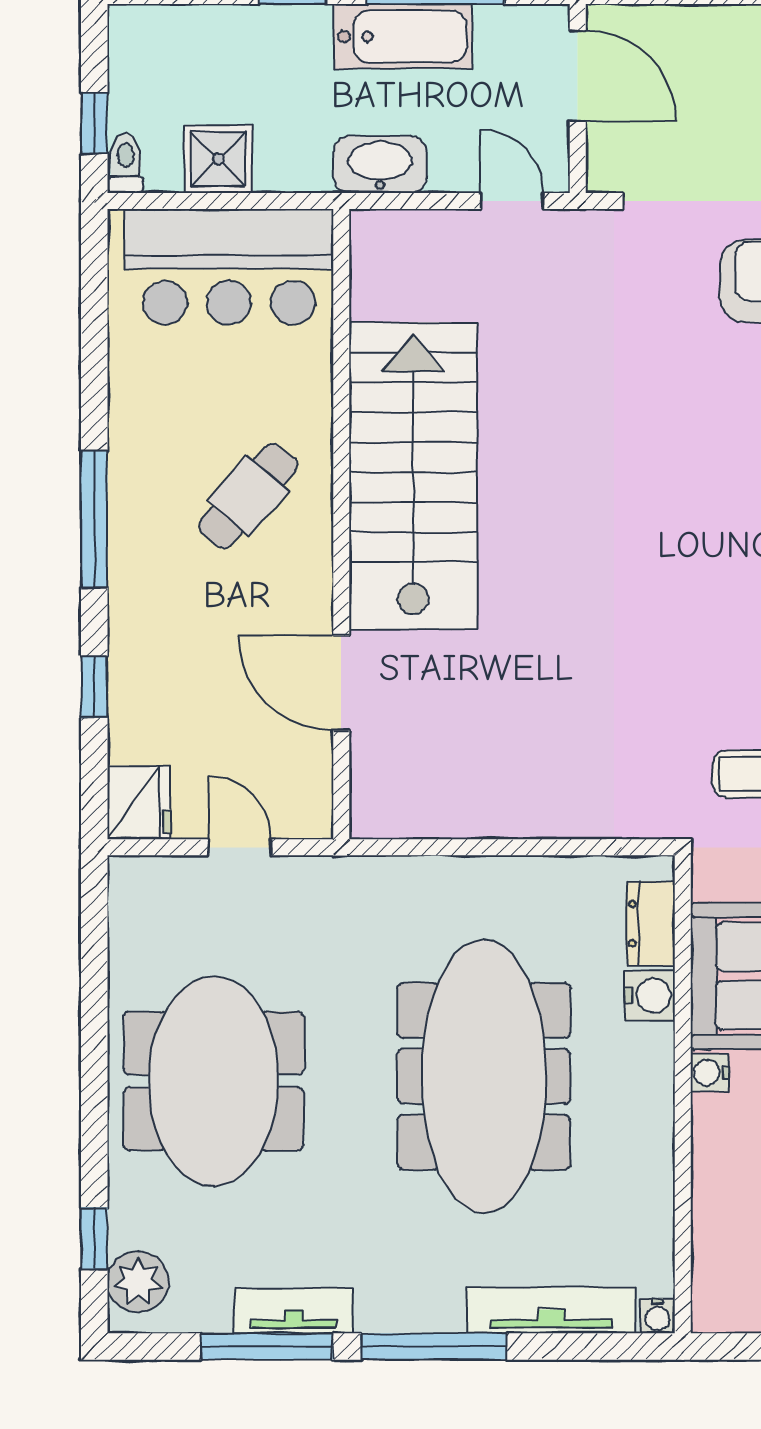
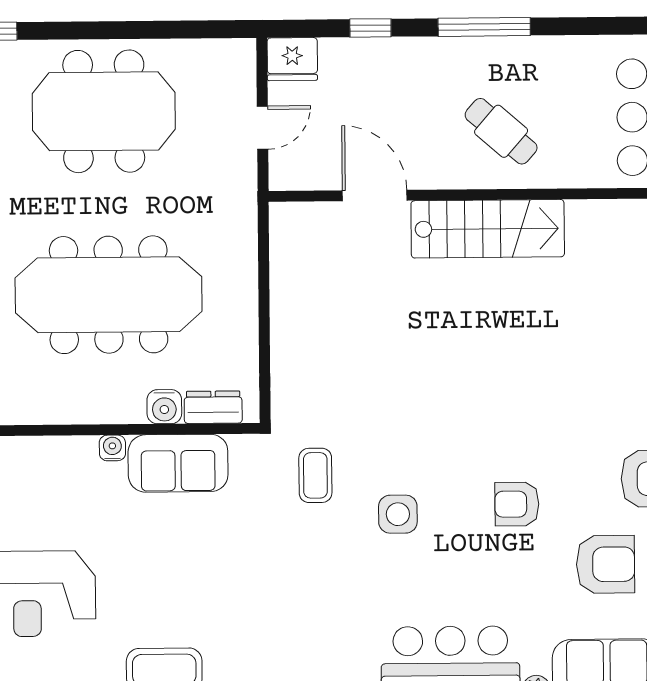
stairs: (413, 476) -> (488, 229), width x0.73, depth x0.66
door: (341, 683) -> (375, 196), hinge flipped

